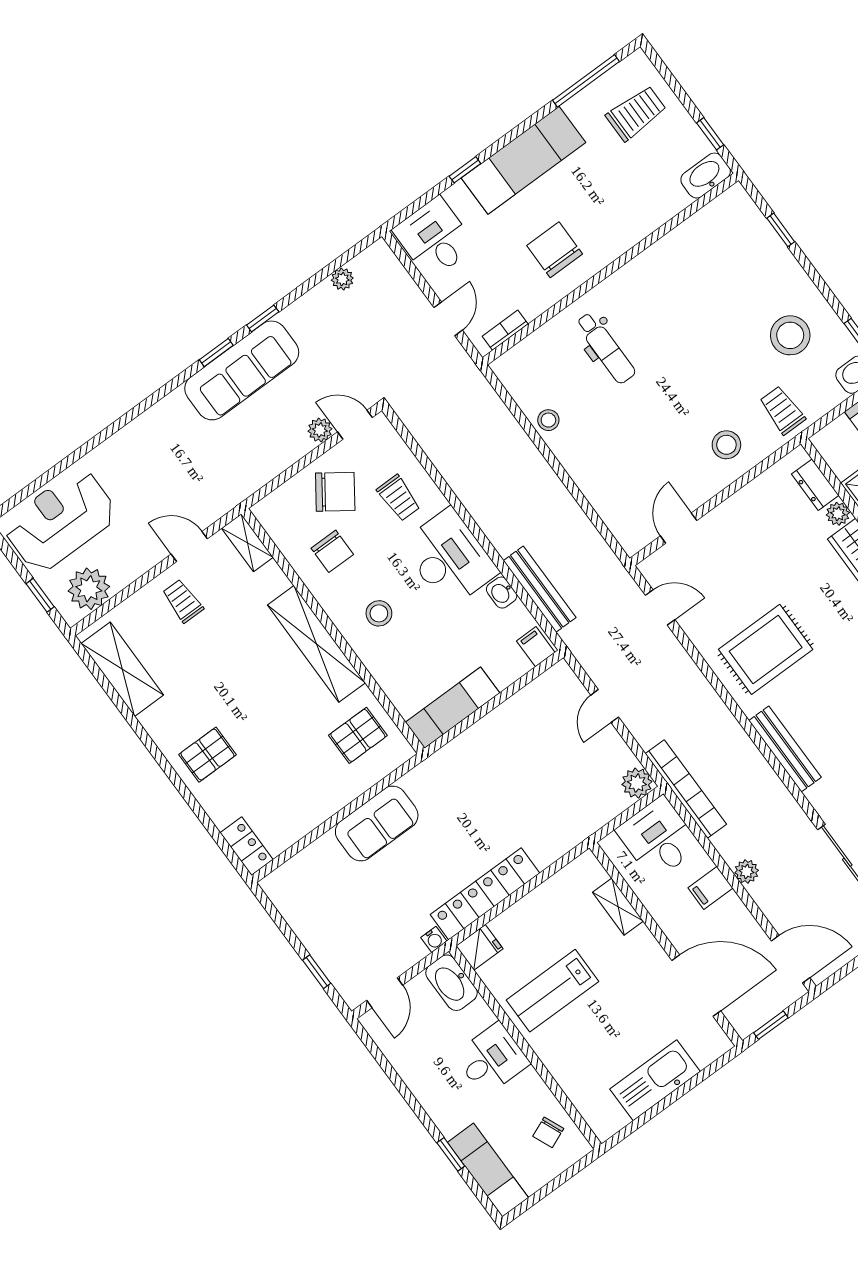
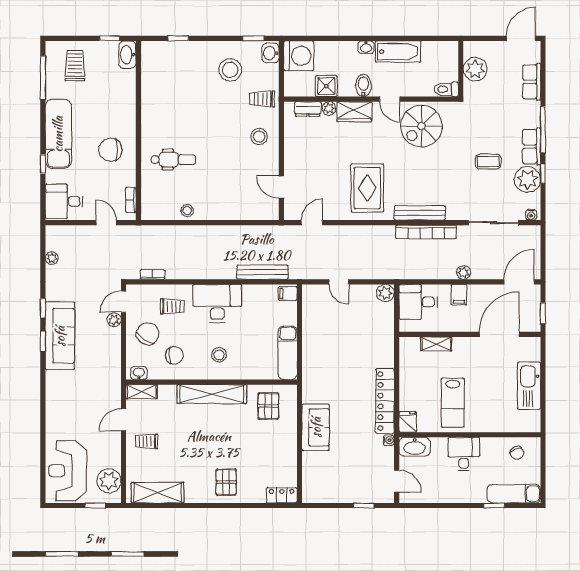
bookcase: (423, 437) -> (153, 274), added
washbasin: (502, 593) -> (139, 373), moved, turned 180
bookcase: (686, 789) -> (426, 232), moved, turned 180

